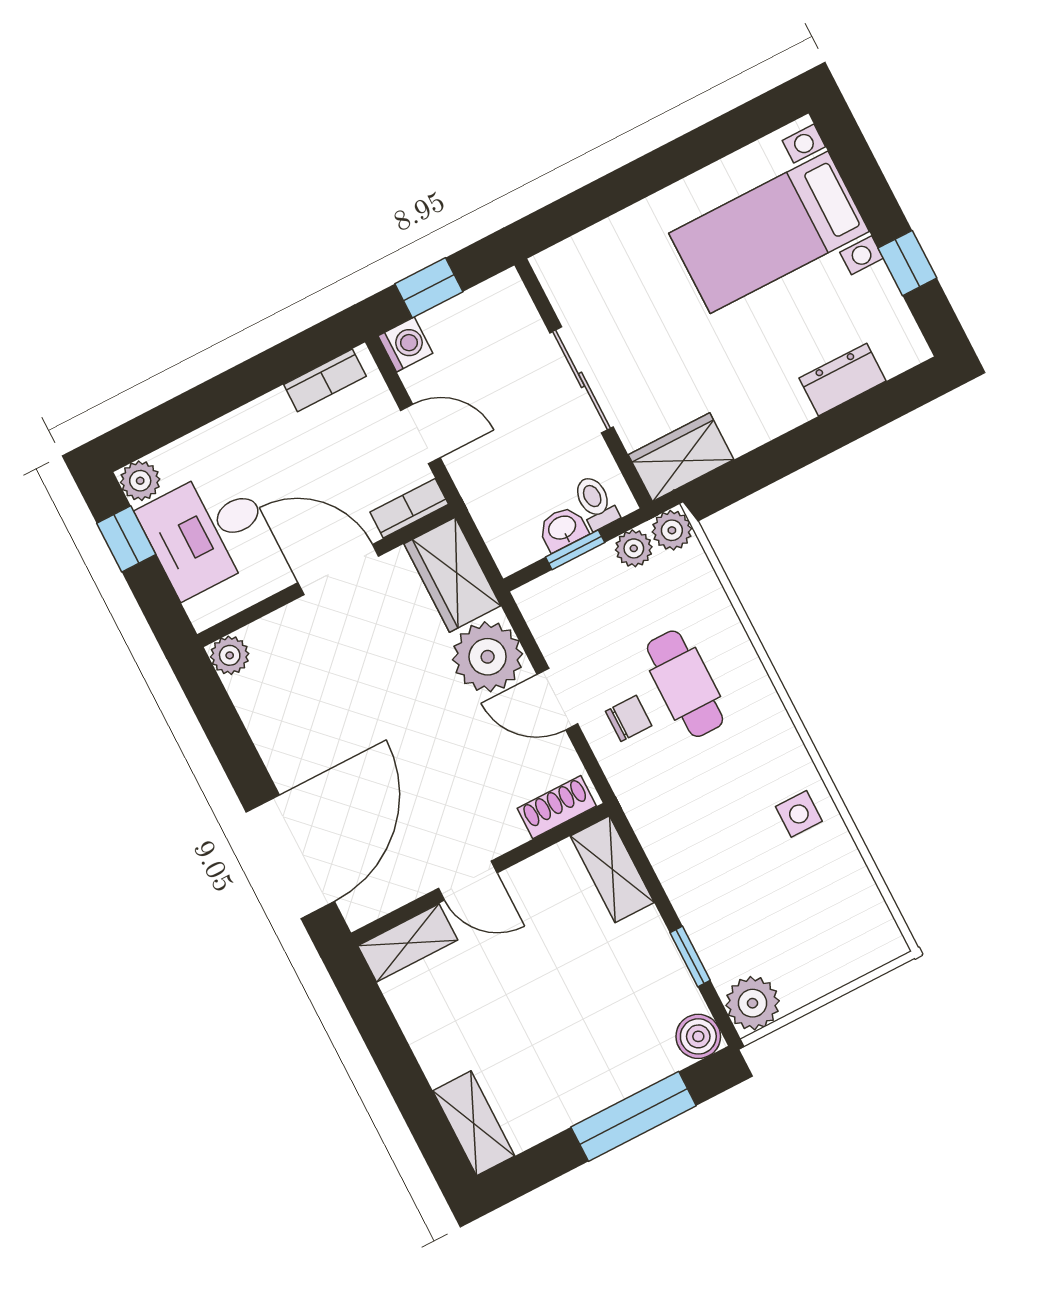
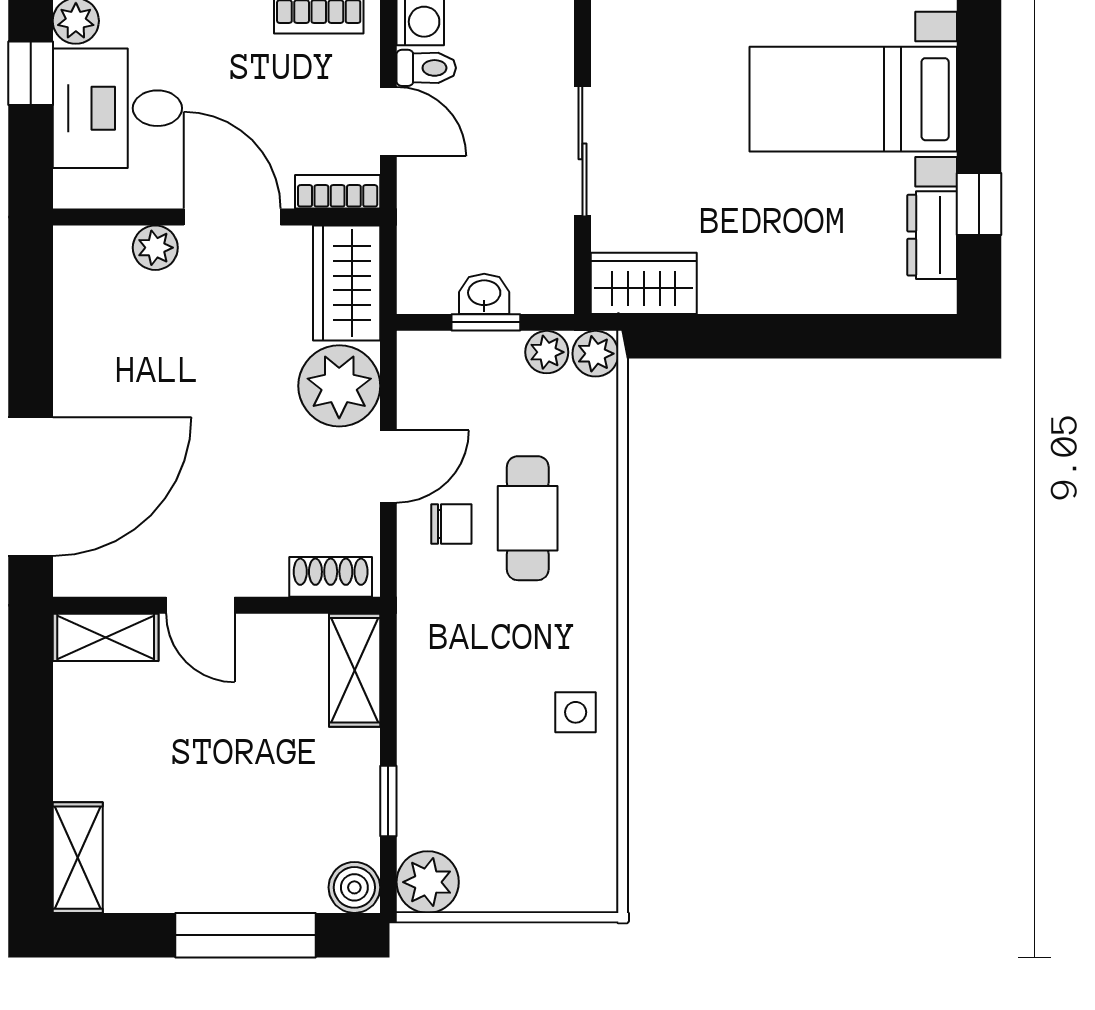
dresser: (843, 380) -> (932, 235), moved, turned -90
toilet: (595, 502) -> (426, 68), moved, turned 90
plant: (230, 655) -> (155, 248), moved
door: (557, 699) -> (388, 466), swing flipped

